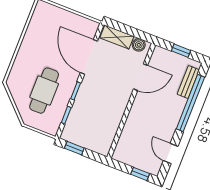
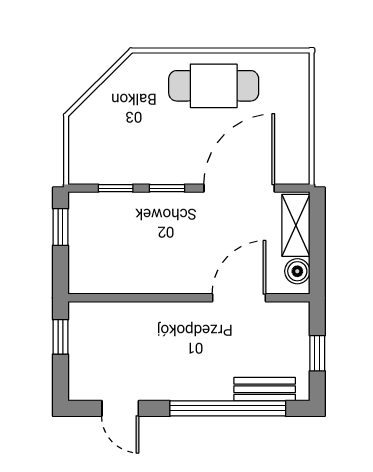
door: (140, 77) -> (239, 298), swing flipped
cafe table: (44, 91) -> (214, 86), moved
door: (171, 154) -> (120, 408), swing flipped
window: (140, 174) -> (61, 337), moved

